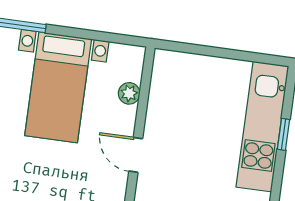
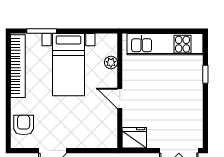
kitchen unit: (262, 127) -> (165, 44), moved, turned -90

